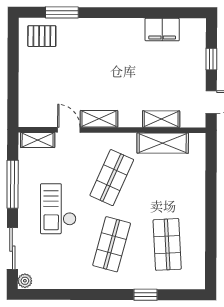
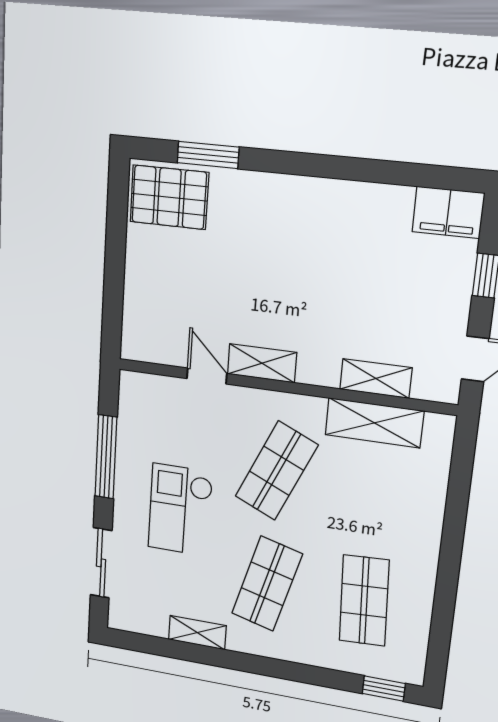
filing cabinet: (162, 30) -> (448, 212), moved
pallet: (42, 36) -> (169, 197), width x1.50, depth x1.42
shelving: (38, 140) -> (197, 633), moved
plant: (25, 281) -> (119, 617), removed
window: (145, 295) -> (384, 689), moved

